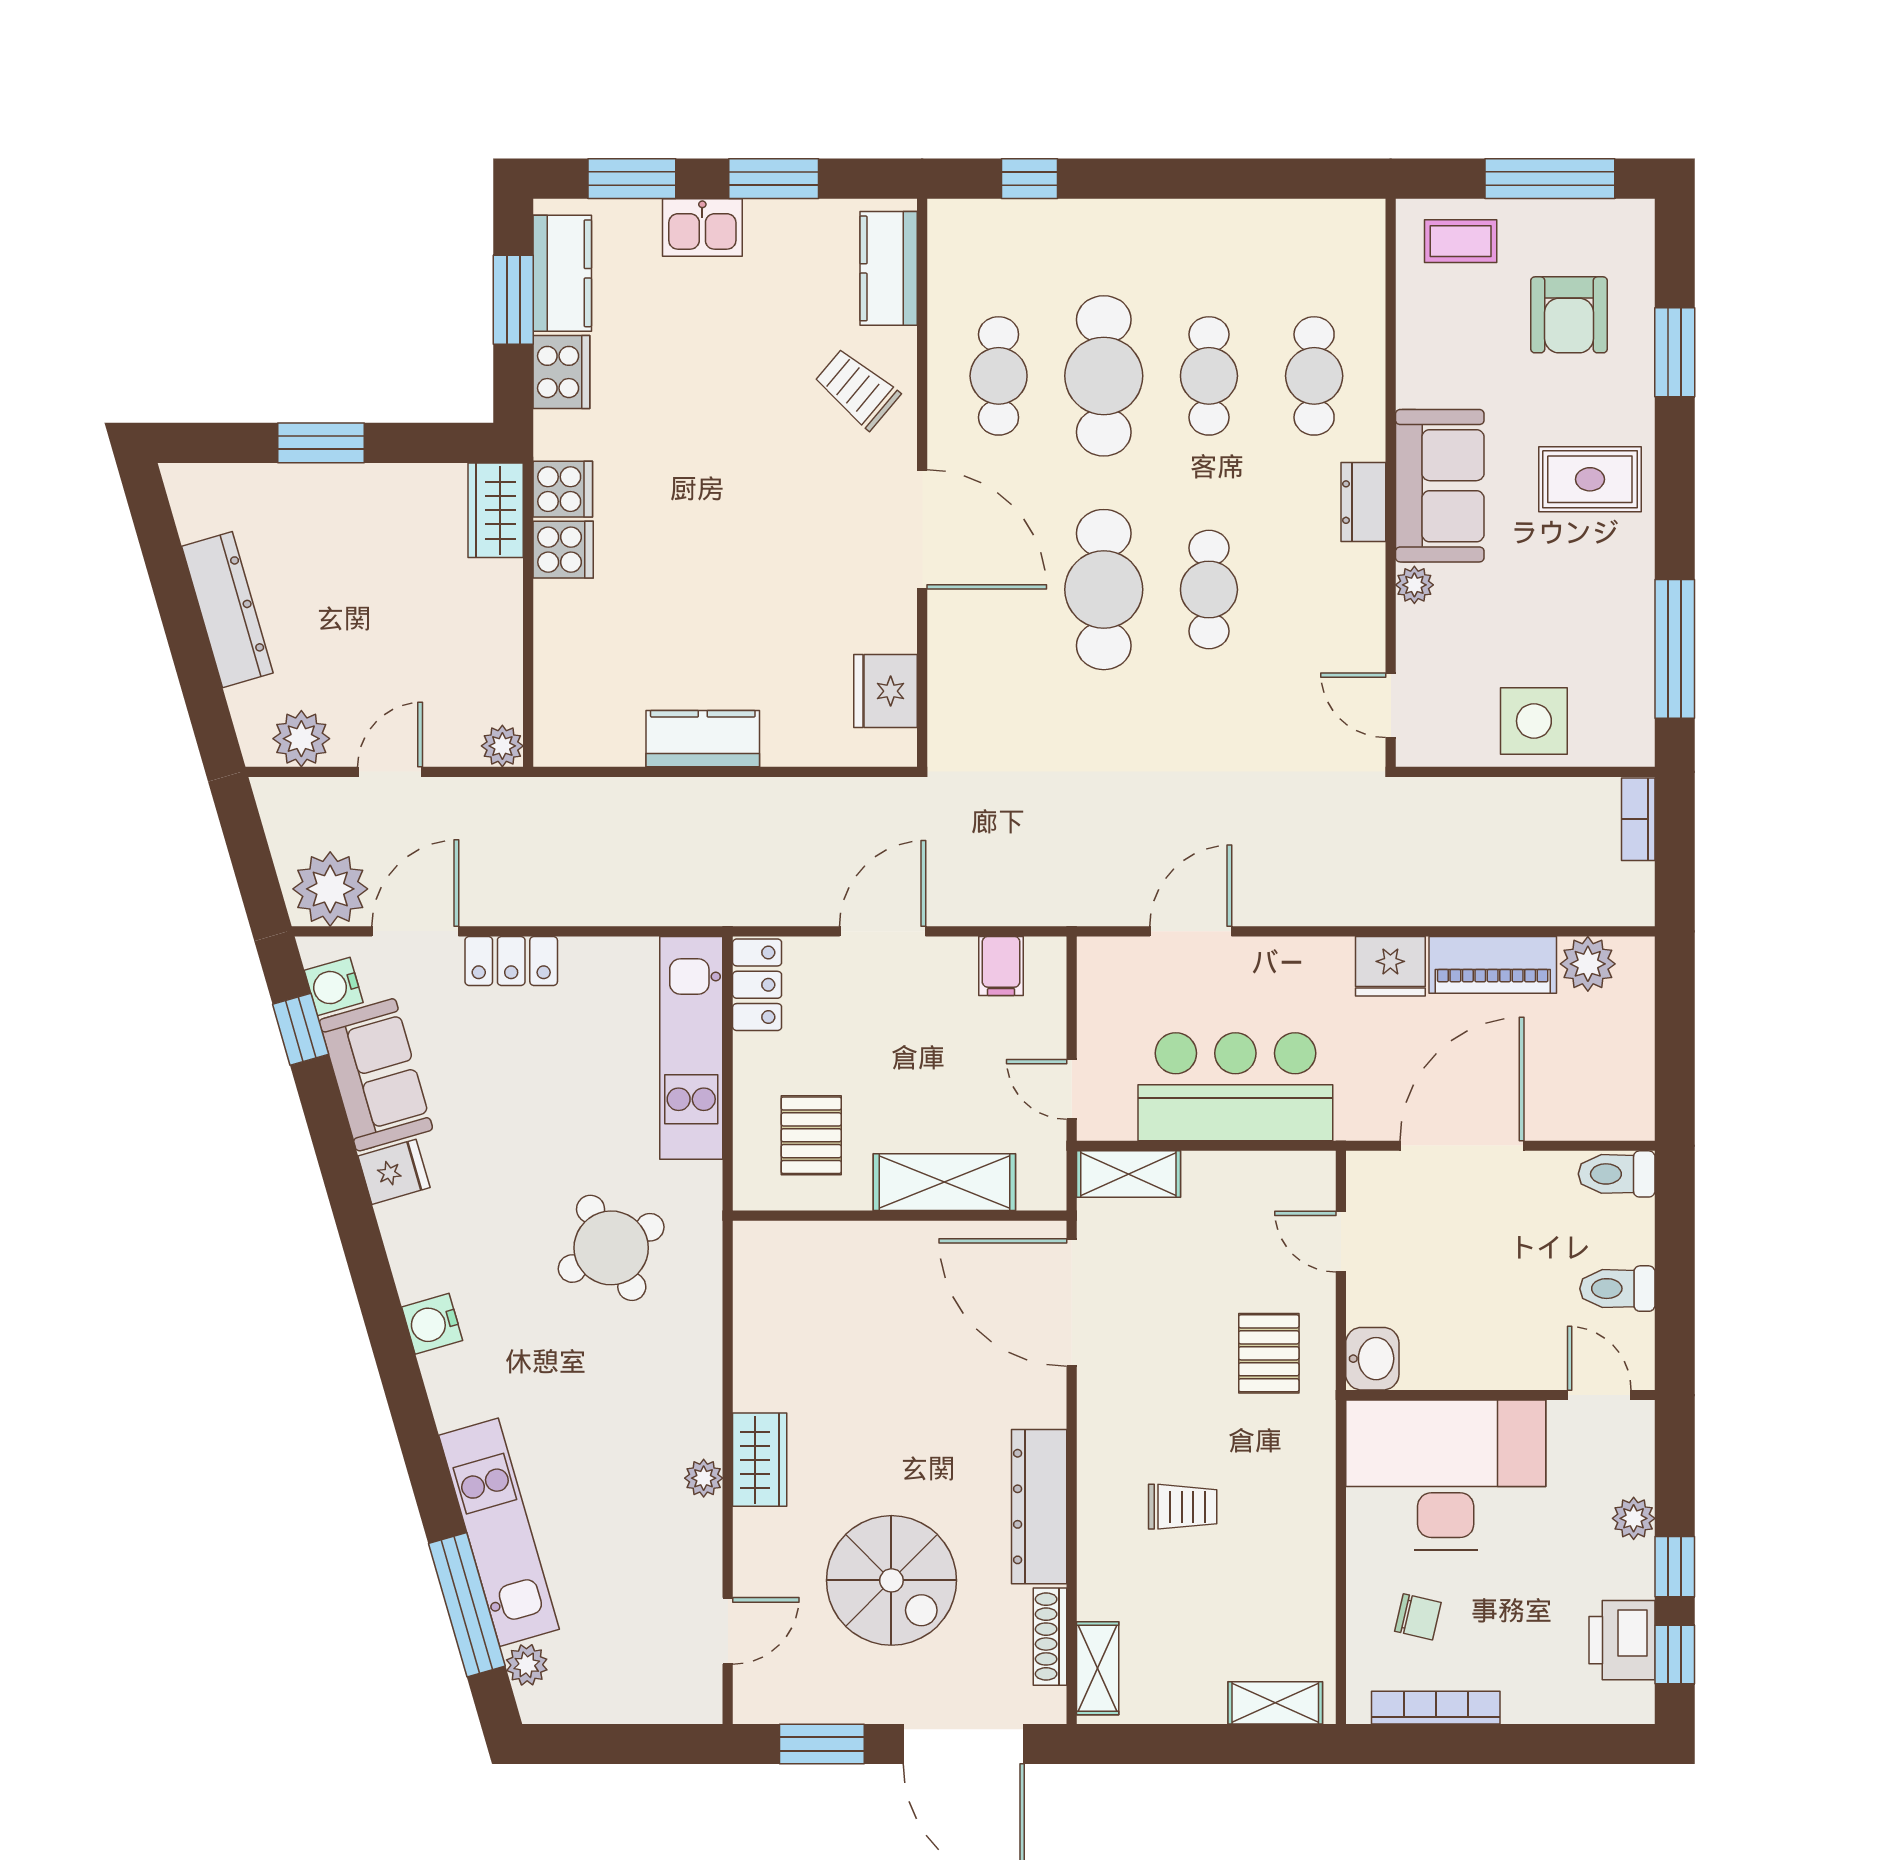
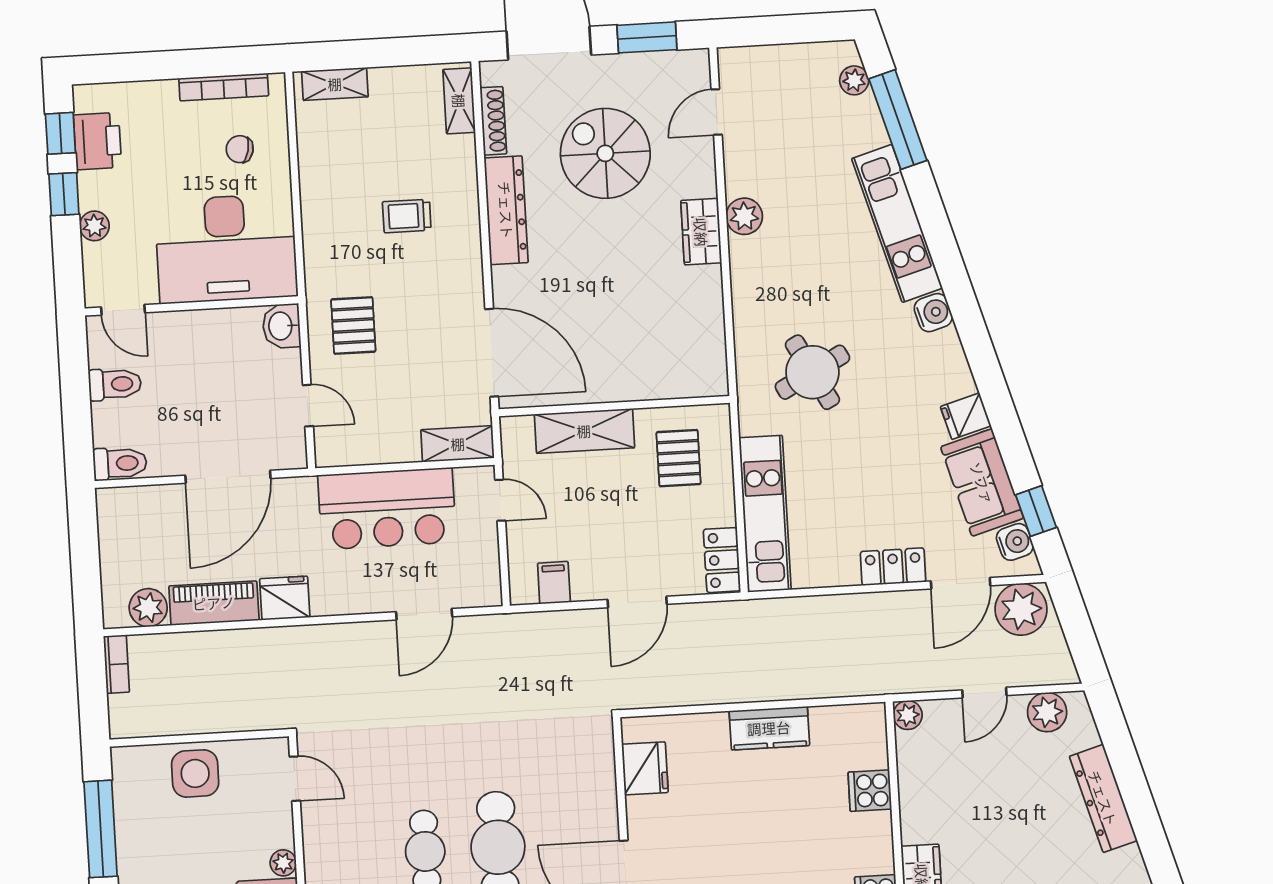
cooker: (563, 550) -> (870, 791), moved
bookcase: (1638, 819) -> (116, 664), moved
plant: (704, 1478) -> (744, 216), width x1.38, depth x1.38
kitchen unit: (499, 1532) -> (897, 223), moved

